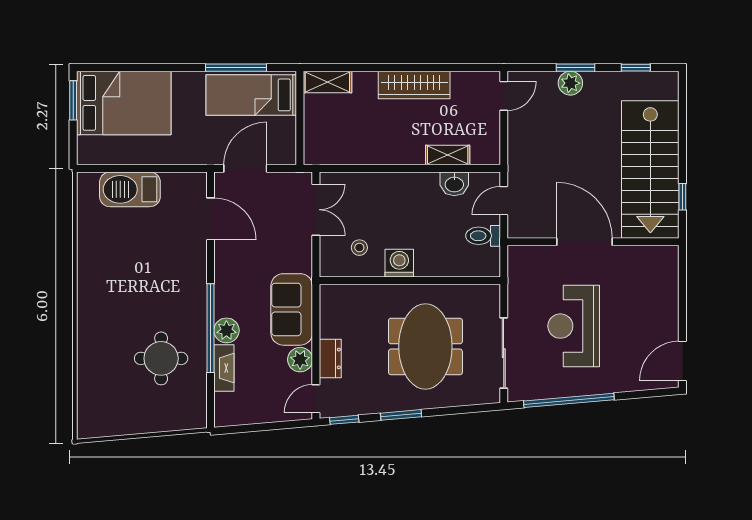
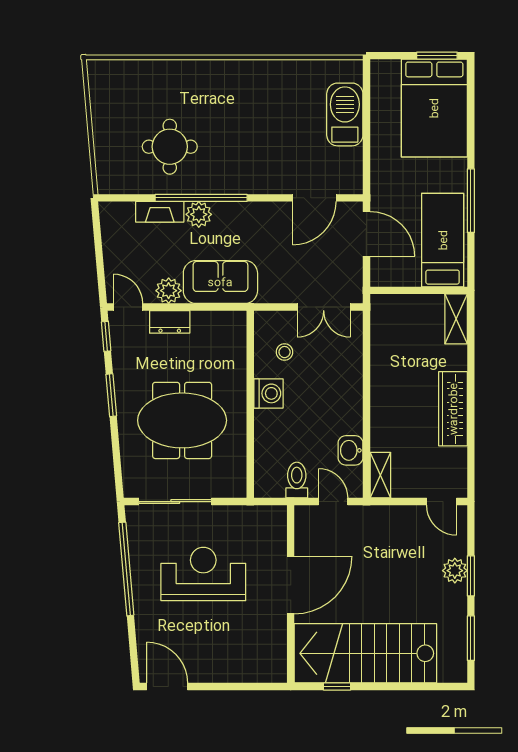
window: (236, 68) -> (471, 201), moved
window: (636, 68) -> (471, 638), width x1.50
shelving: (448, 155) -> (380, 475), moved

